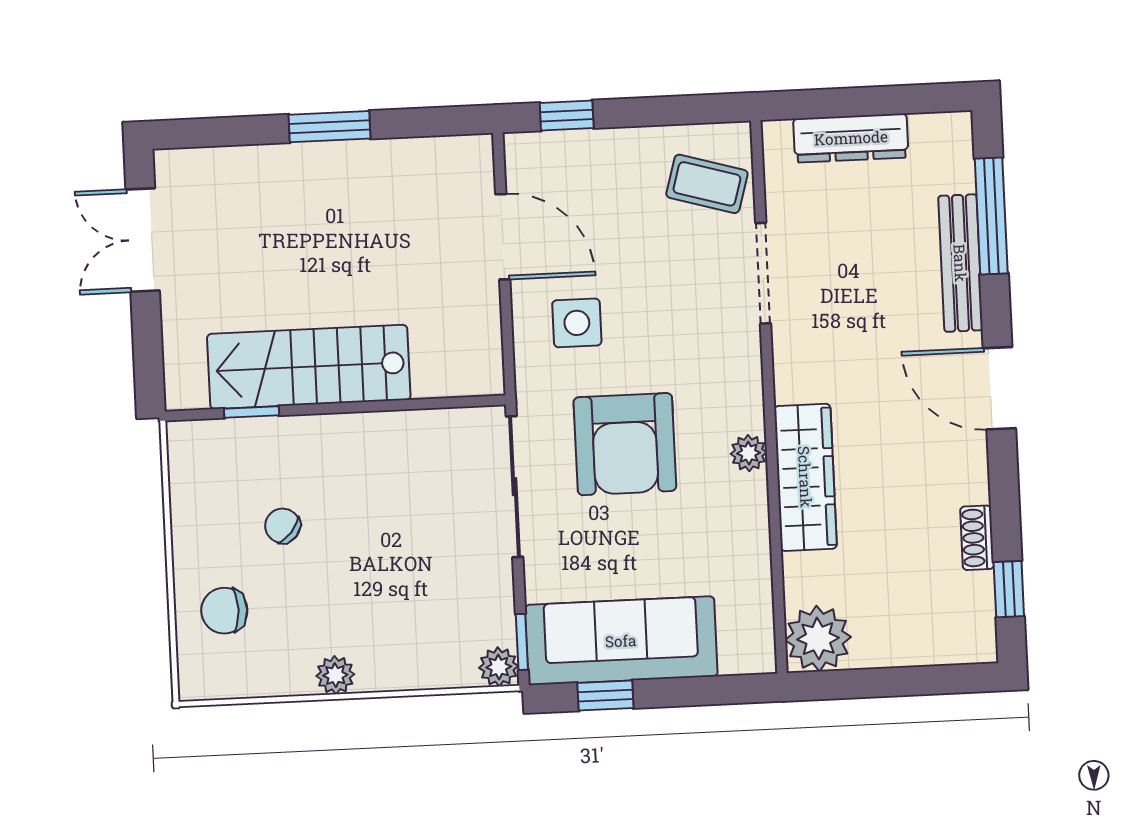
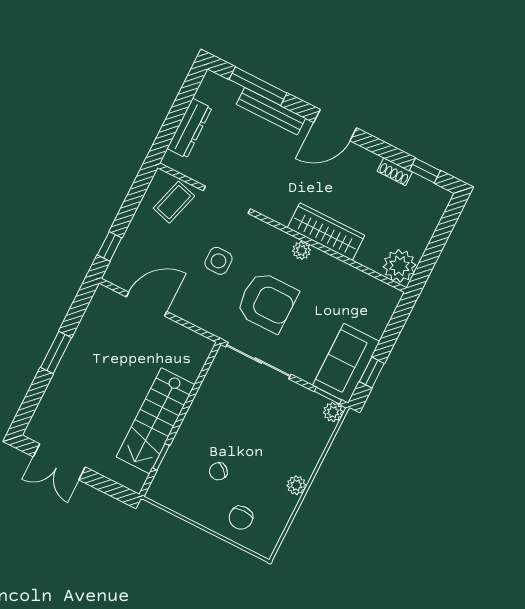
side table: (577, 323) -> (218, 261), moved
sofa: (621, 641) -> (346, 363), width x0.73

